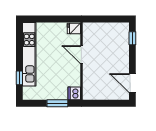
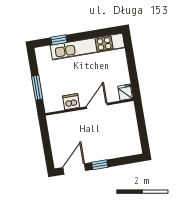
window: (132, 38) -> (100, 165), moved
dishwasher: (74, 93) -> (71, 102), moved

